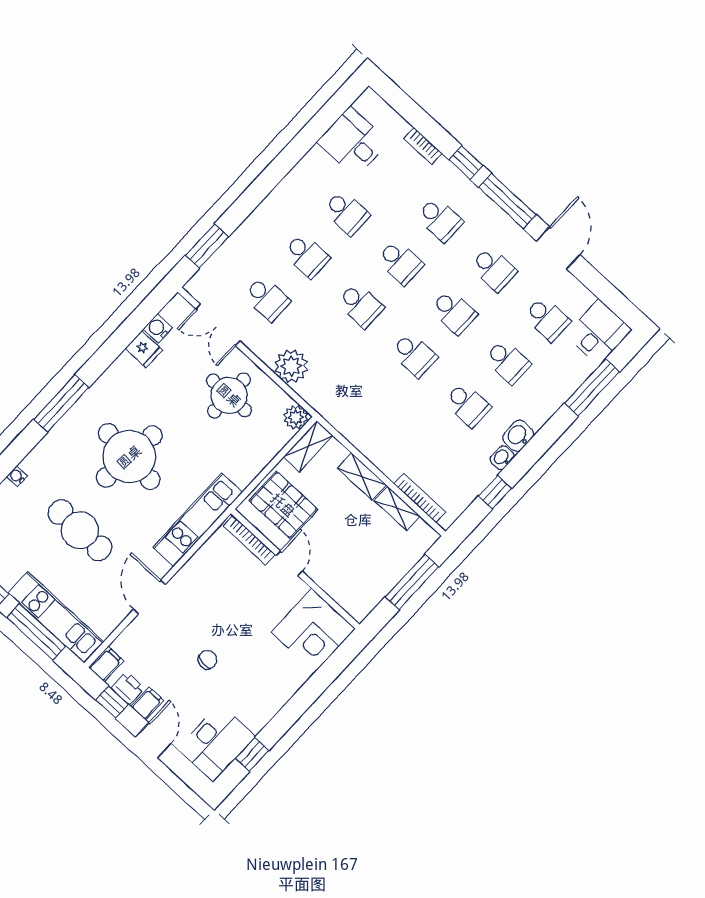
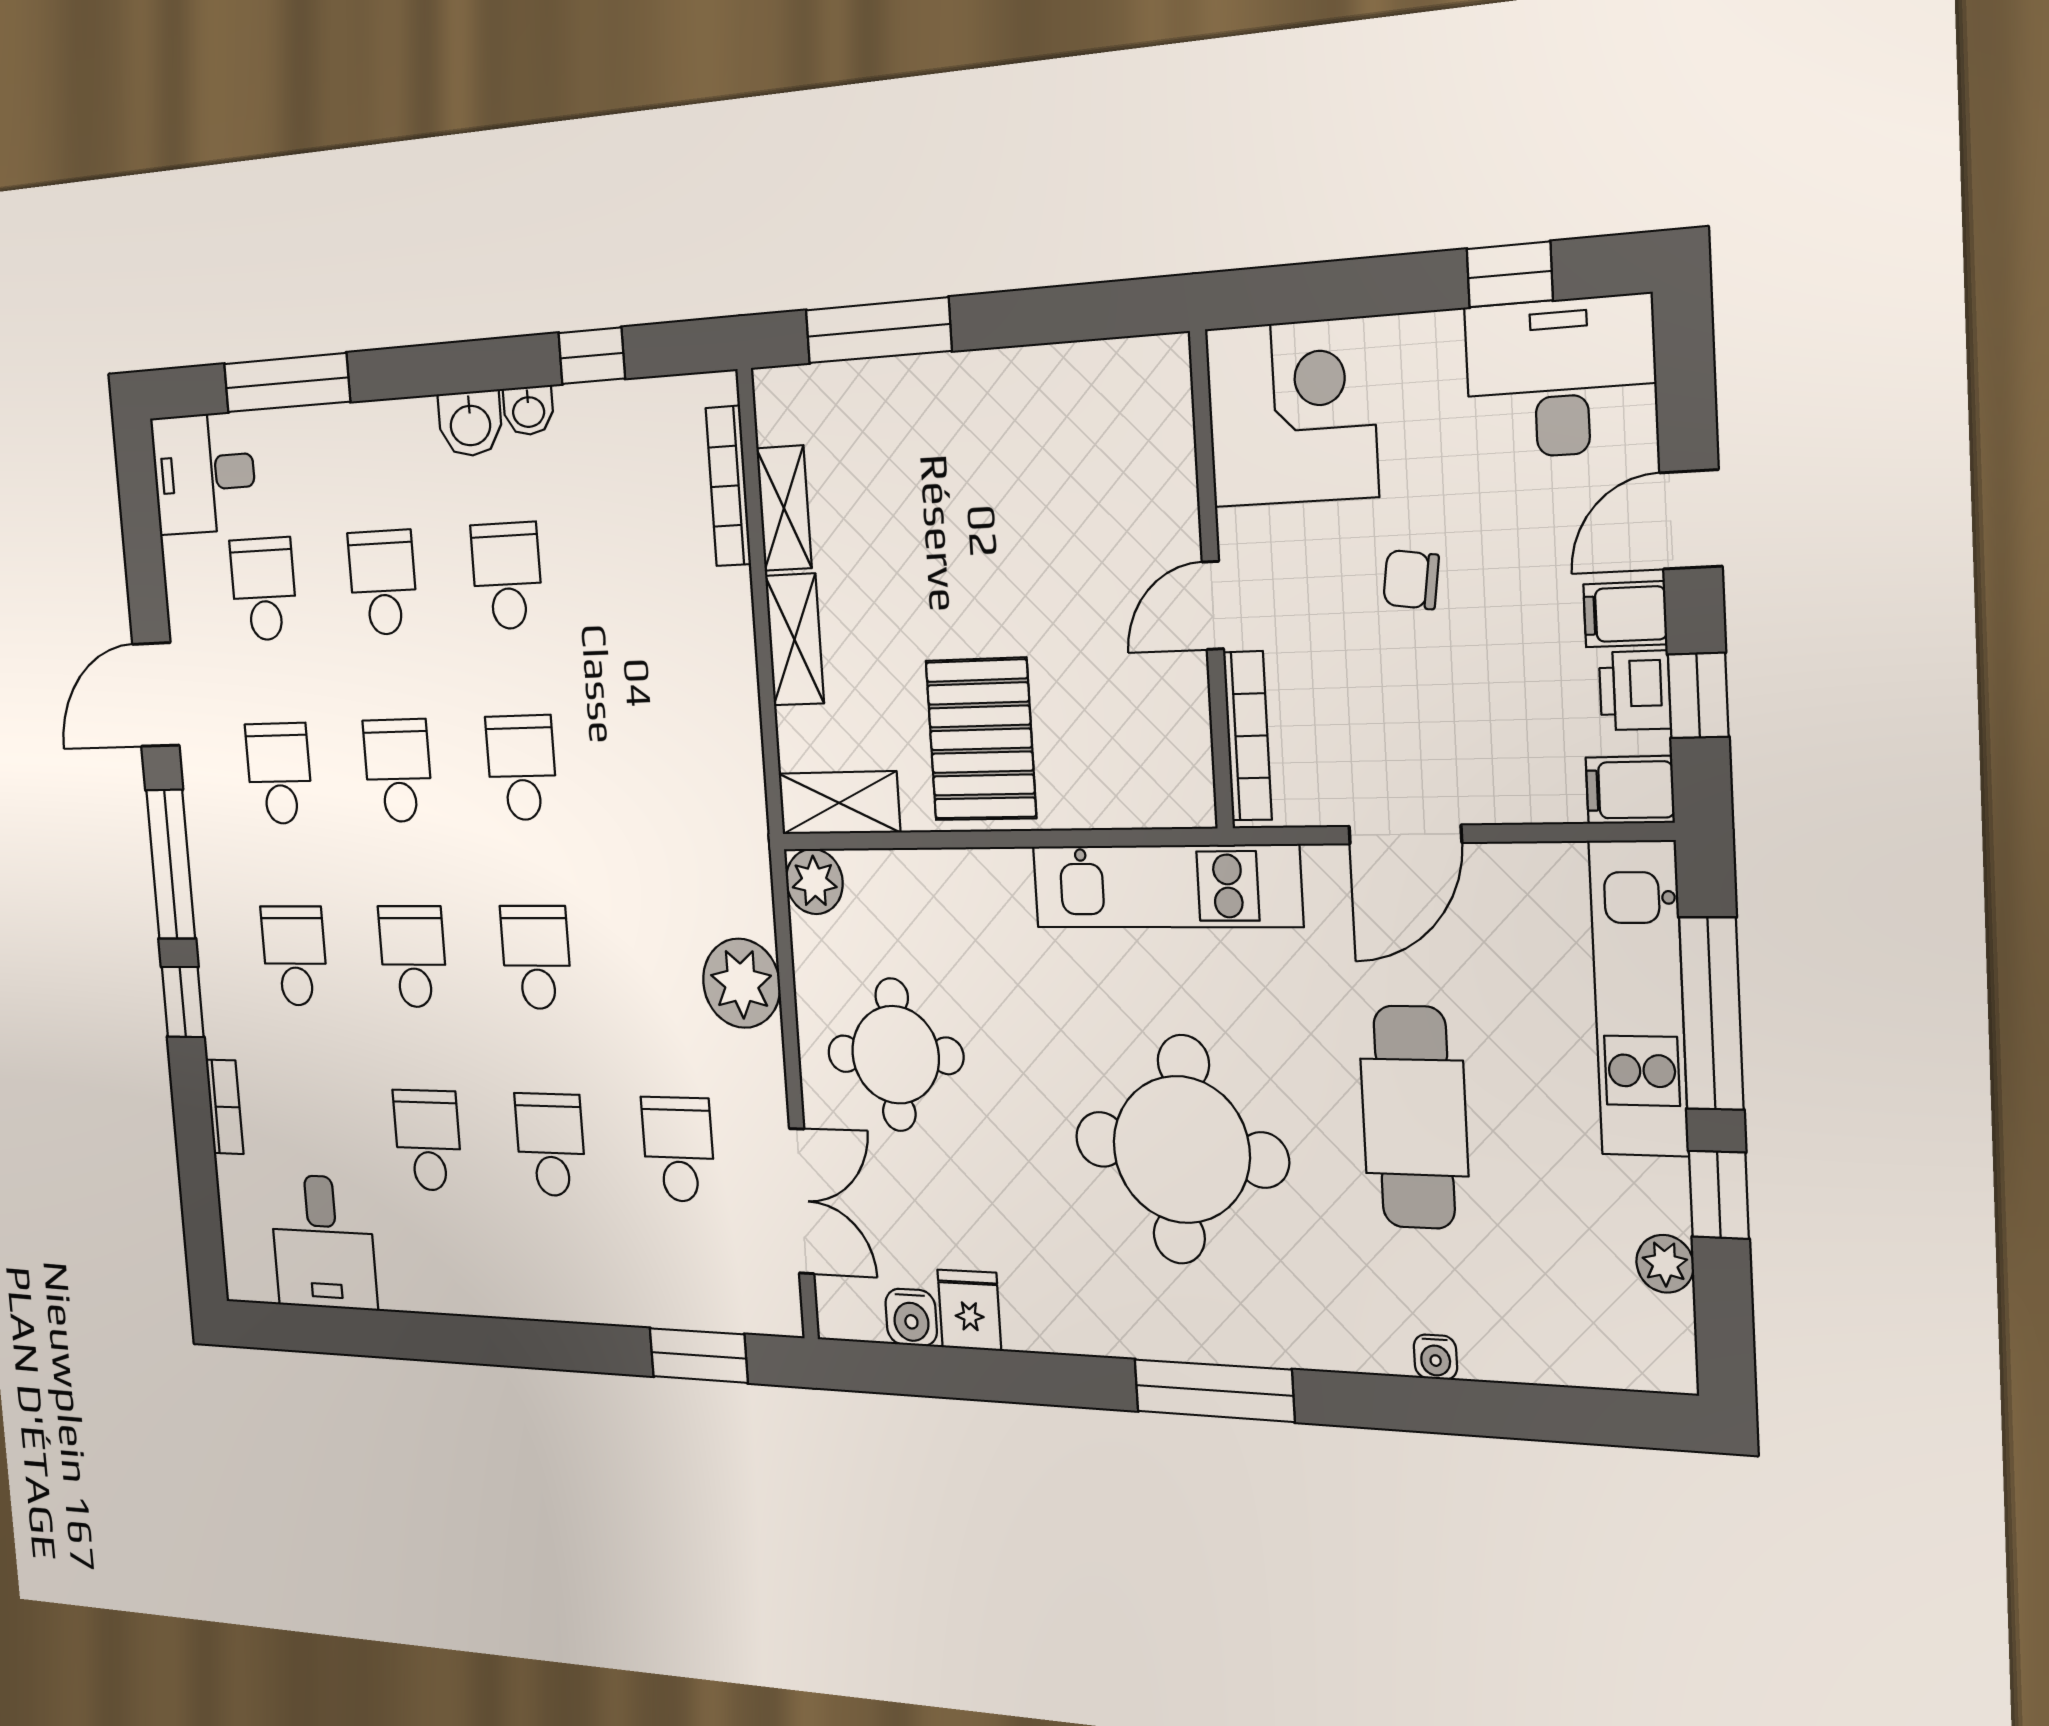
bookcase: (249, 540) -> (1247, 736), moved
door: (289, 563) -> (1213, 605), moved
wall: (295, 569) -> (1211, 581), moved
corner desk: (313, 630) -> (1291, 413), moved

